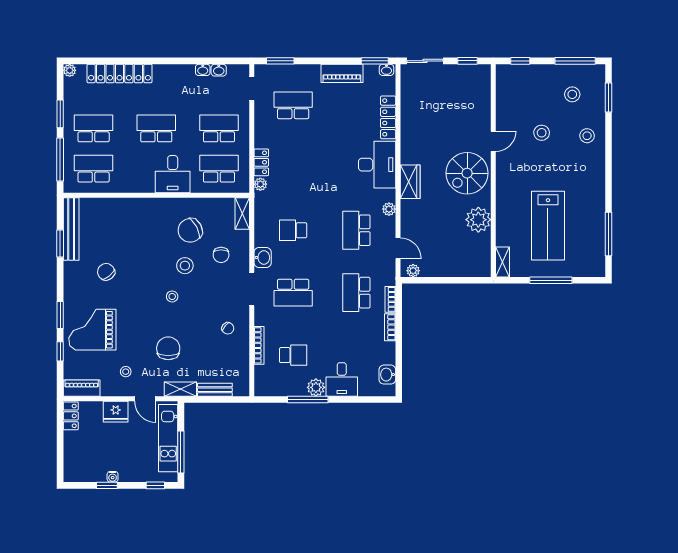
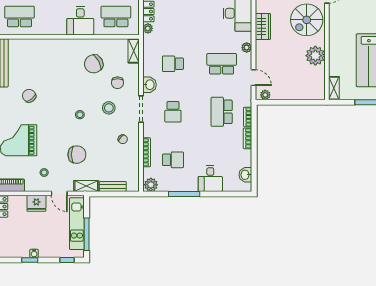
school desk: (356, 230) -> (222, 64), turned 90
stool: (185, 266) -> (109, 108), moved
school desk: (293, 293) -> (173, 112), width x0.54
chair: (168, 348) -> (77, 155), turned 90
plant: (316, 387) -> (151, 185), moved

